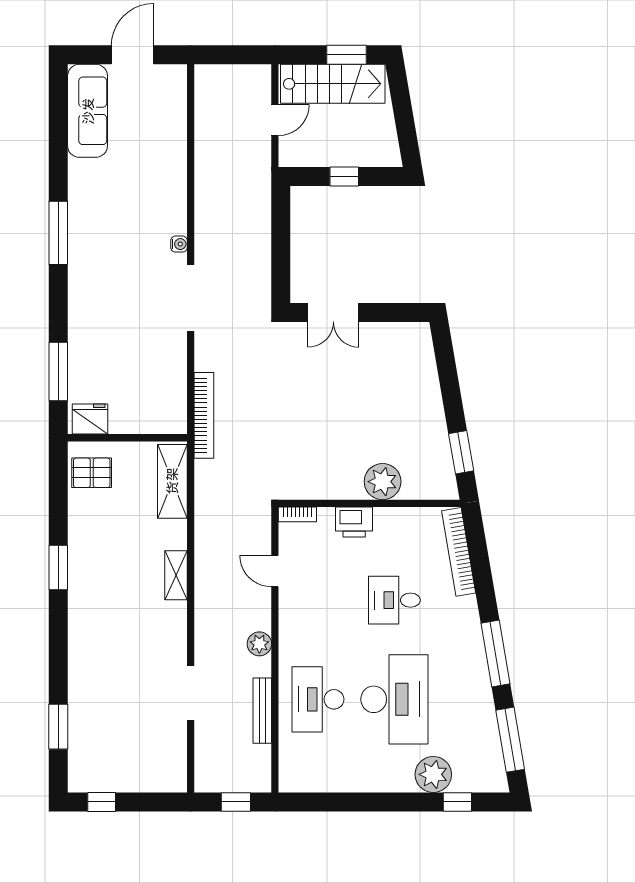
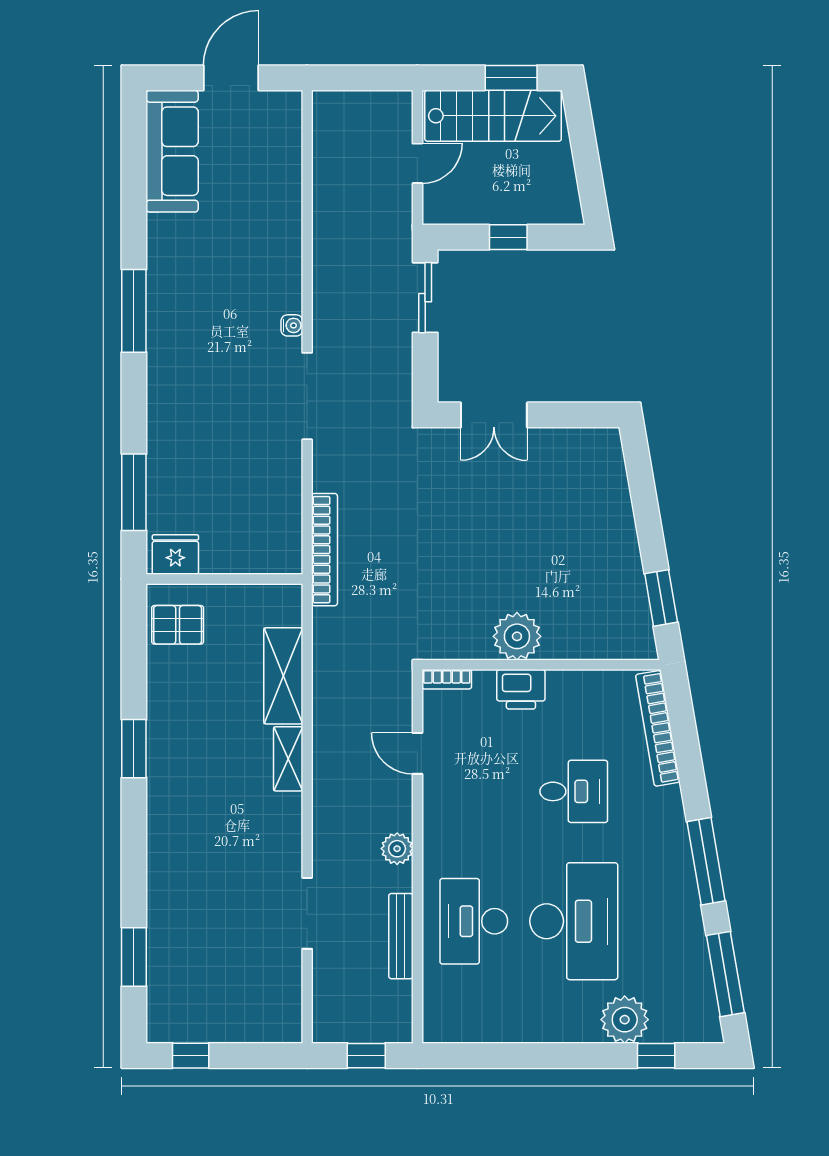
sliding door: (281, 223) -> (425, 298), added
shelving: (172, 481) -> (283, 676), moved
plant: (383, 482) -> (517, 636), moved
desk: (394, 600) -> (574, 791), turned 180

